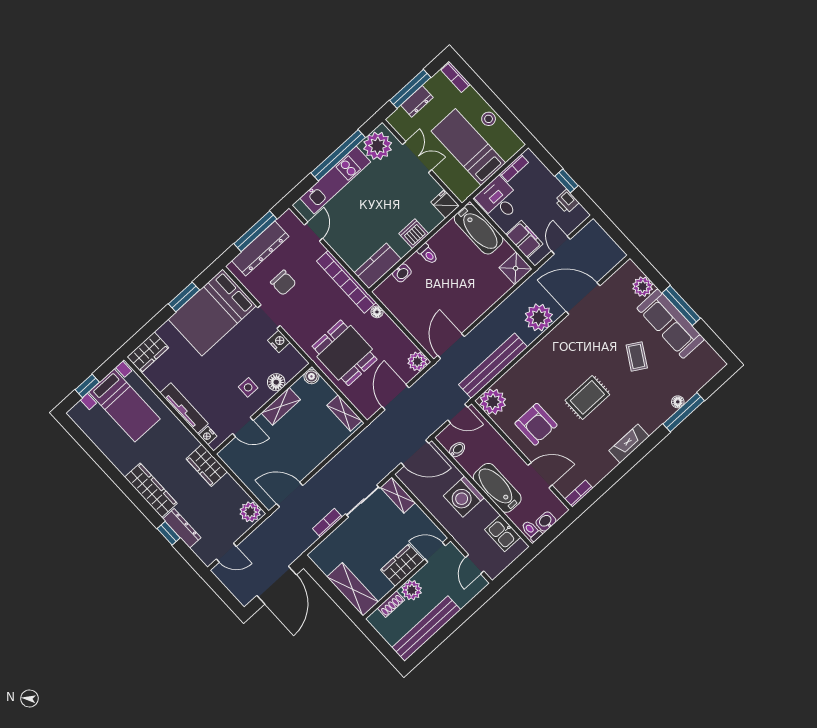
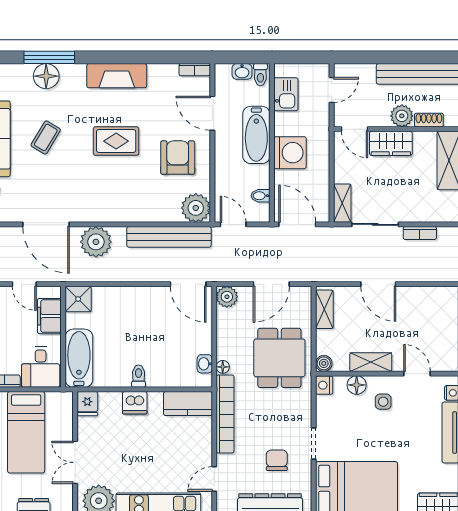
door: (561, 245) -> (24, 284), hinge flipped
washbasin: (402, 273) -> (205, 364), moved, turned -90
nightstand: (279, 341) -> (324, 385), moved
door: (451, 346) -> (188, 284), hinge flipped
floor lamp: (678, 402) -> (46, 76), width x1.89, depth x1.89
fireplace: (629, 444) -> (117, 76), width x1.37, depth x1.32
door: (290, 495) -> (378, 284), moved

